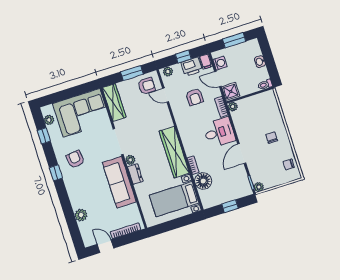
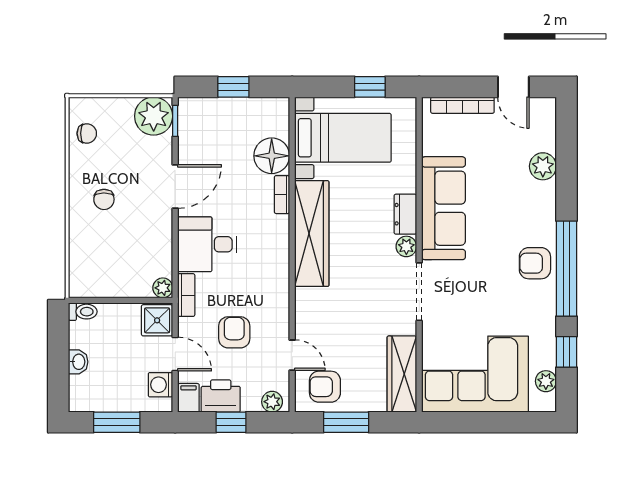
armchair: (75, 159) -> (535, 263), moved, turned 97
window: (56, 173) -> (567, 269), width x3.17
plant: (259, 187) -> (154, 116), width x1.87, depth x1.87
window: (169, 226) -> (370, 87), added

